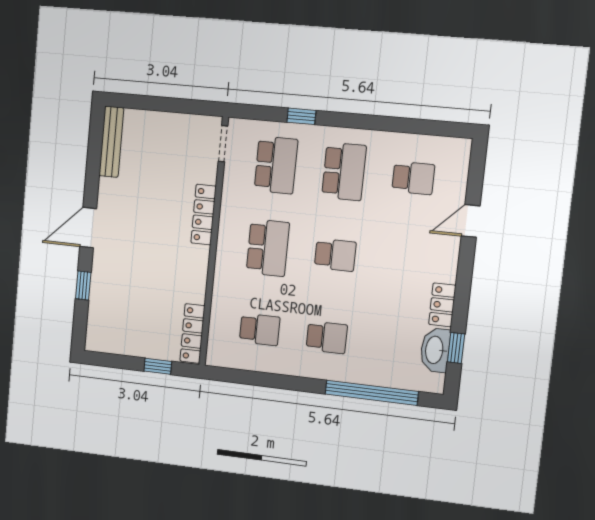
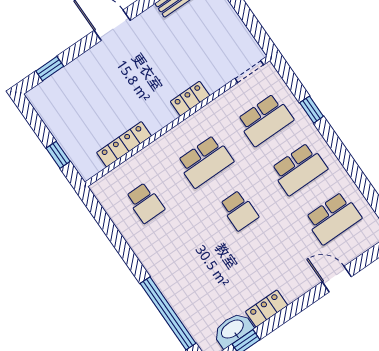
school desk: (413, 178) -> (333, 218), width x1.85
locker: (204, 215) -> (190, 99), width x0.66
window: (83, 286) -> (50, 69), moved
locker: (192, 333) -> (124, 144), moved
school desk: (327, 337) -> (179, 252), removed

